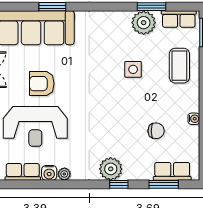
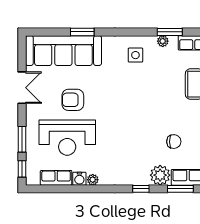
plant: (144, 23) -> (163, 41), width x0.53, depth x0.53
side table: (133, 69) -> (135, 55), moved
plant: (111, 169) -> (160, 175), moved

